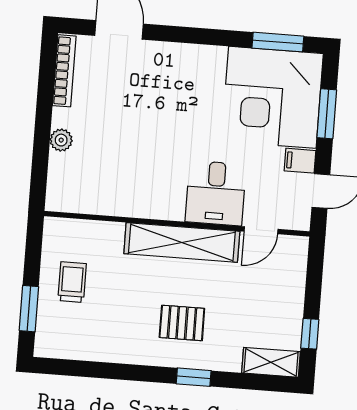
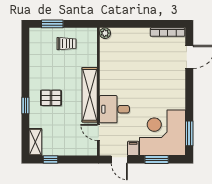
plant: (61, 140) -> (105, 33), moved
pallet: (182, 323) -> (51, 98), turned 90

